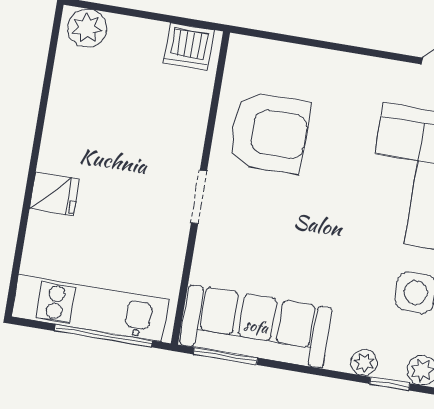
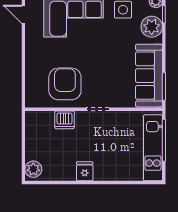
dishwasher: (189, 47) -> (64, 120), moved, turned 90
fridge: (54, 194) -> (85, 171), moved
plant: (364, 362) -> (152, 27), width x1.88, depth x1.88

